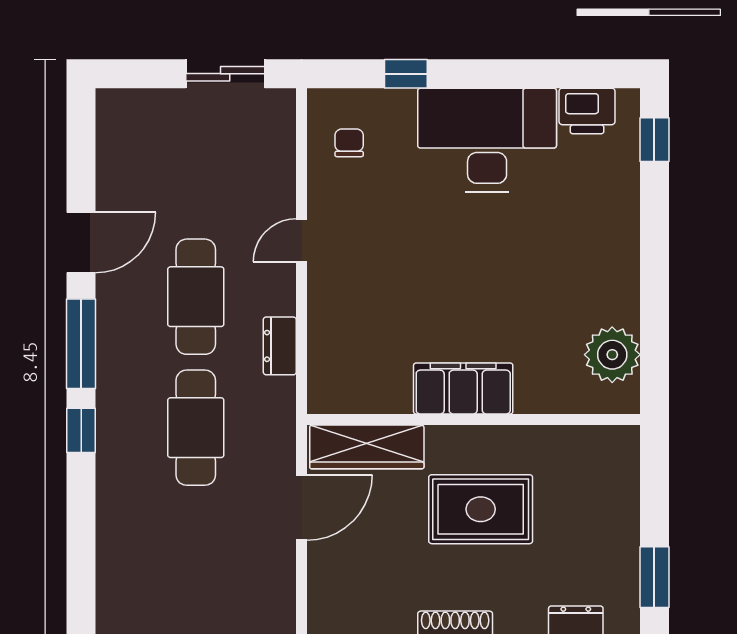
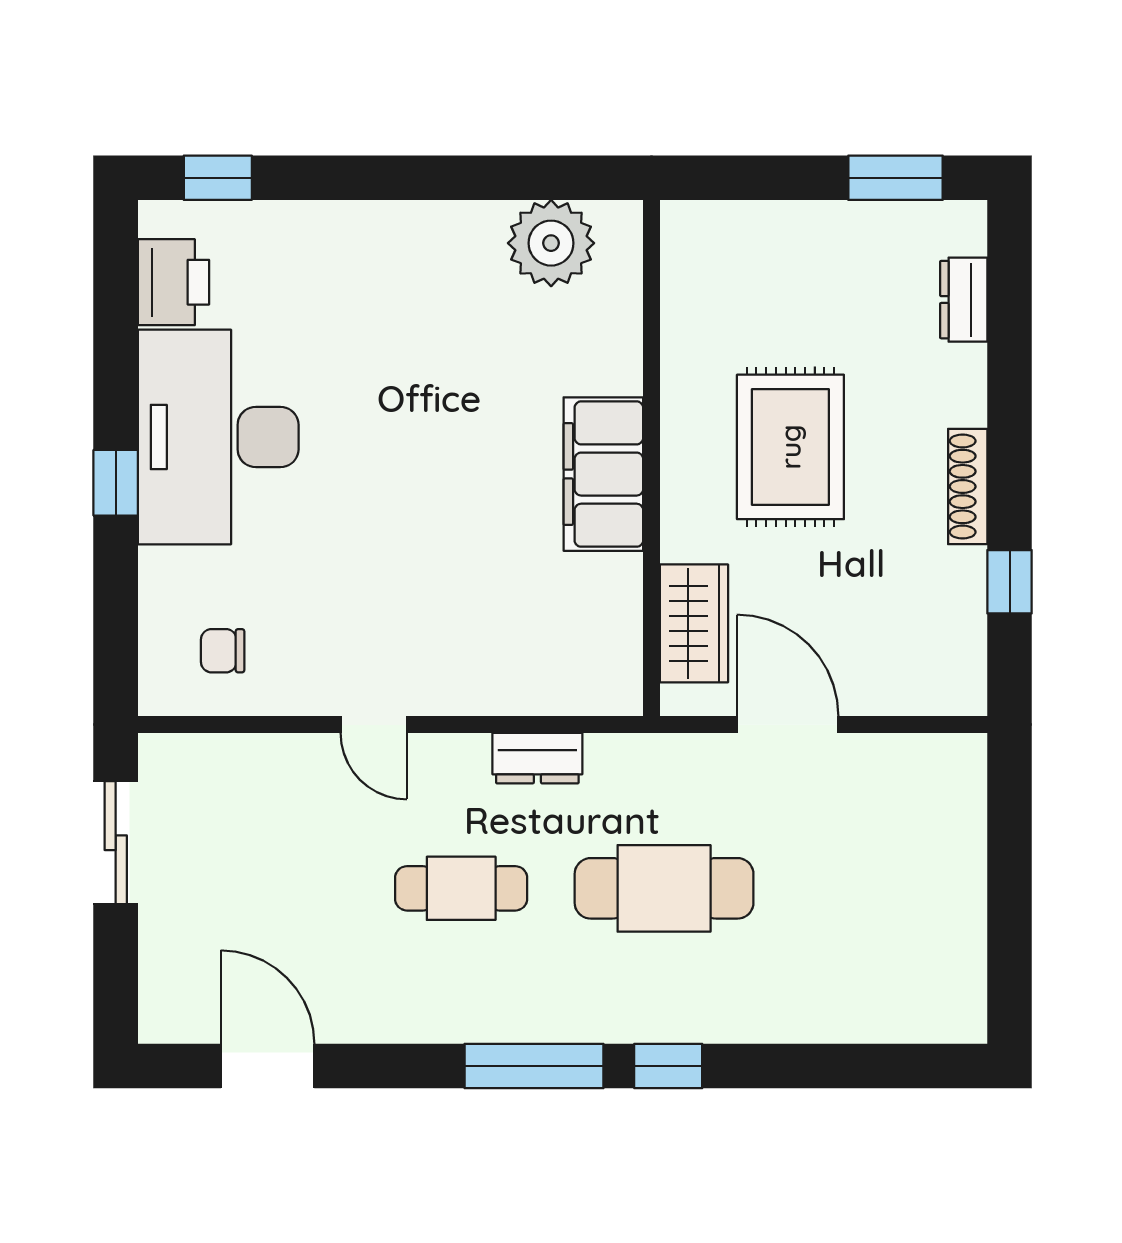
window: (406, 74) -> (116, 483), moved
door: (81, 243) -> (268, 1066), moved
cafe table: (196, 297) -> (461, 888), width x0.73, depth x0.74
wardrobe: (367, 447) -> (694, 623), width x0.67

